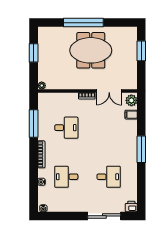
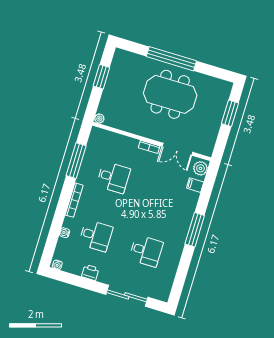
desk: (66, 177) -> (96, 236), turned 180
printer: (131, 206) -> (90, 272), moved

